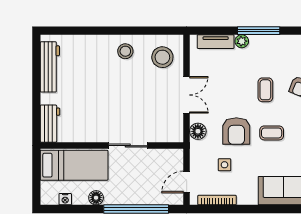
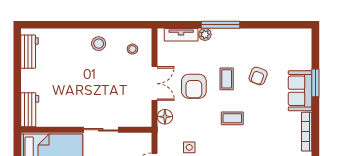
stool: (162, 57) -> (132, 49), width x0.53, depth x0.53
workbench: (50, 67) -> (30, 52), width x0.73
armchair: (236, 131) -> (194, 86), moved

